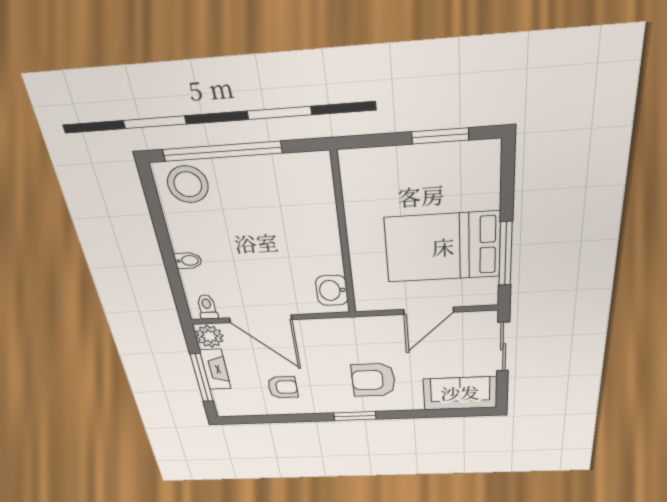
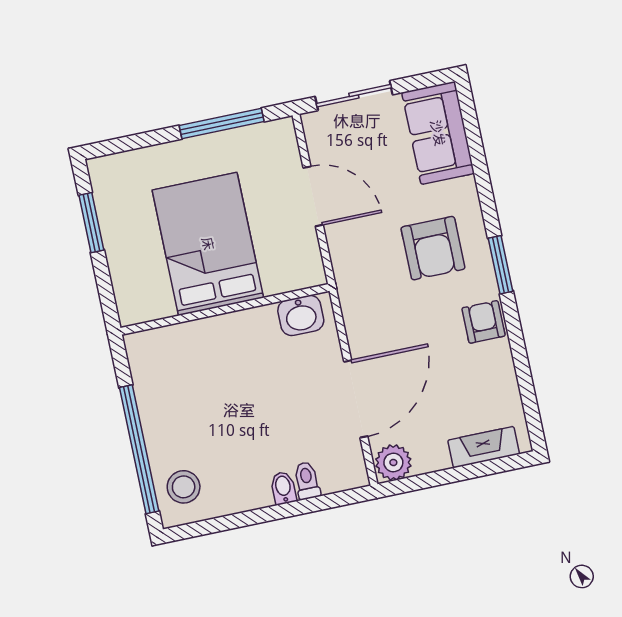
stool: (188, 184) -> (184, 487), width x0.73, depth x0.73
bed: (443, 247) -> (208, 244), moved, turned 180
toilet: (207, 307) -> (307, 481), moved, turned 90
fireplace: (215, 369) -> (484, 447), moved
window: (202, 378) -> (465, 473), removed
armchair: (283, 387) -> (484, 322), moved

